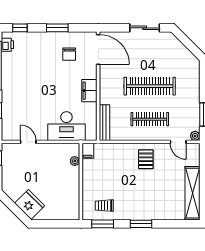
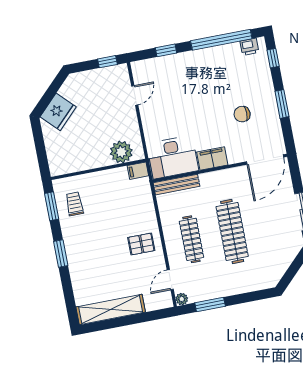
chair: (69, 54) -> (242, 114), moved
desk: (66, 126) -> (173, 157), moved, turned -90
plant: (75, 161) -> (121, 152), width x1.88, depth x1.88

